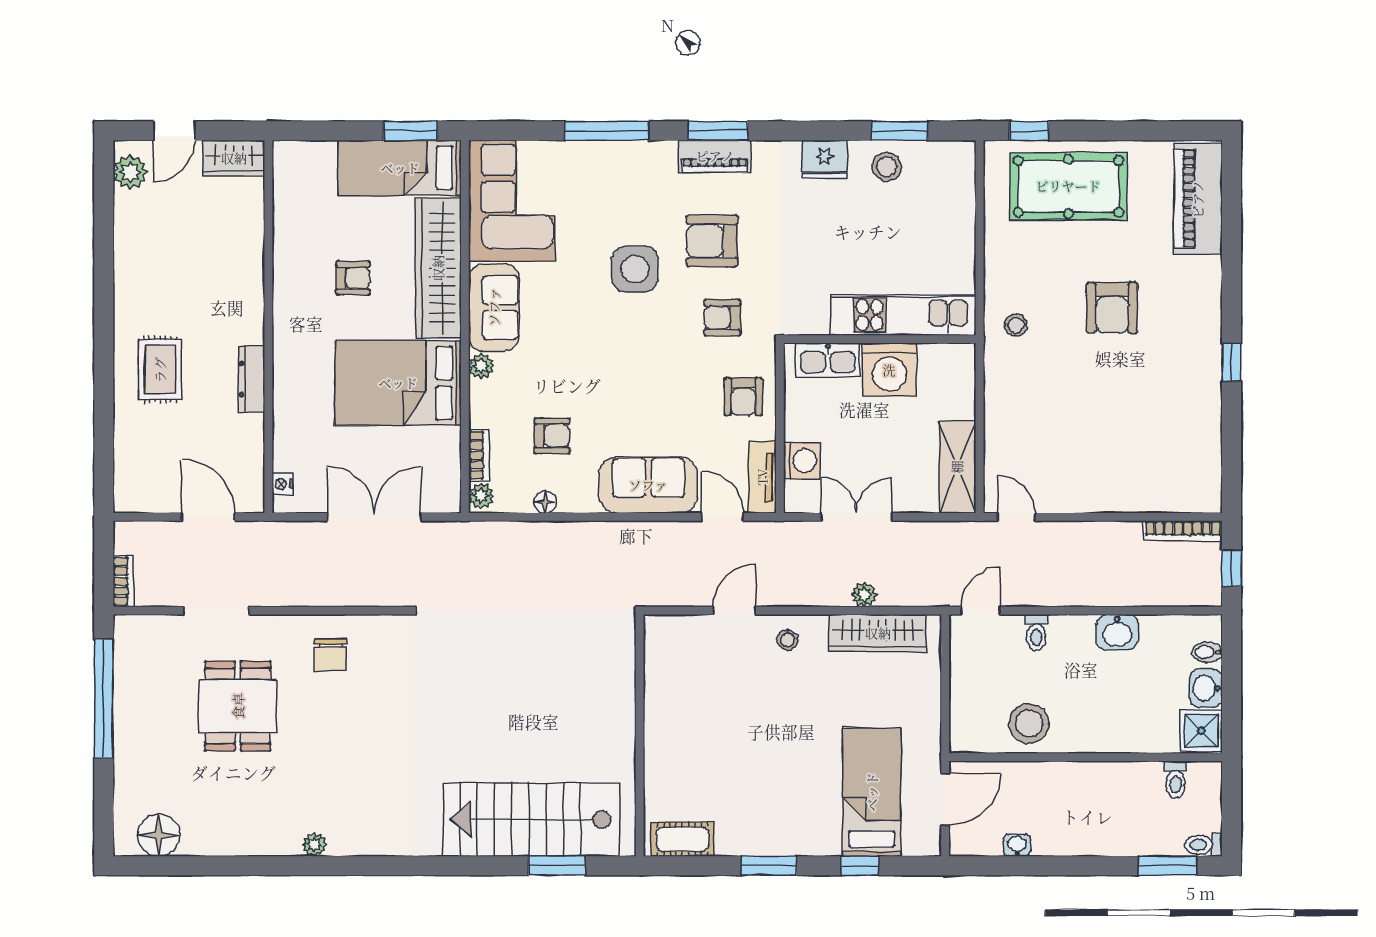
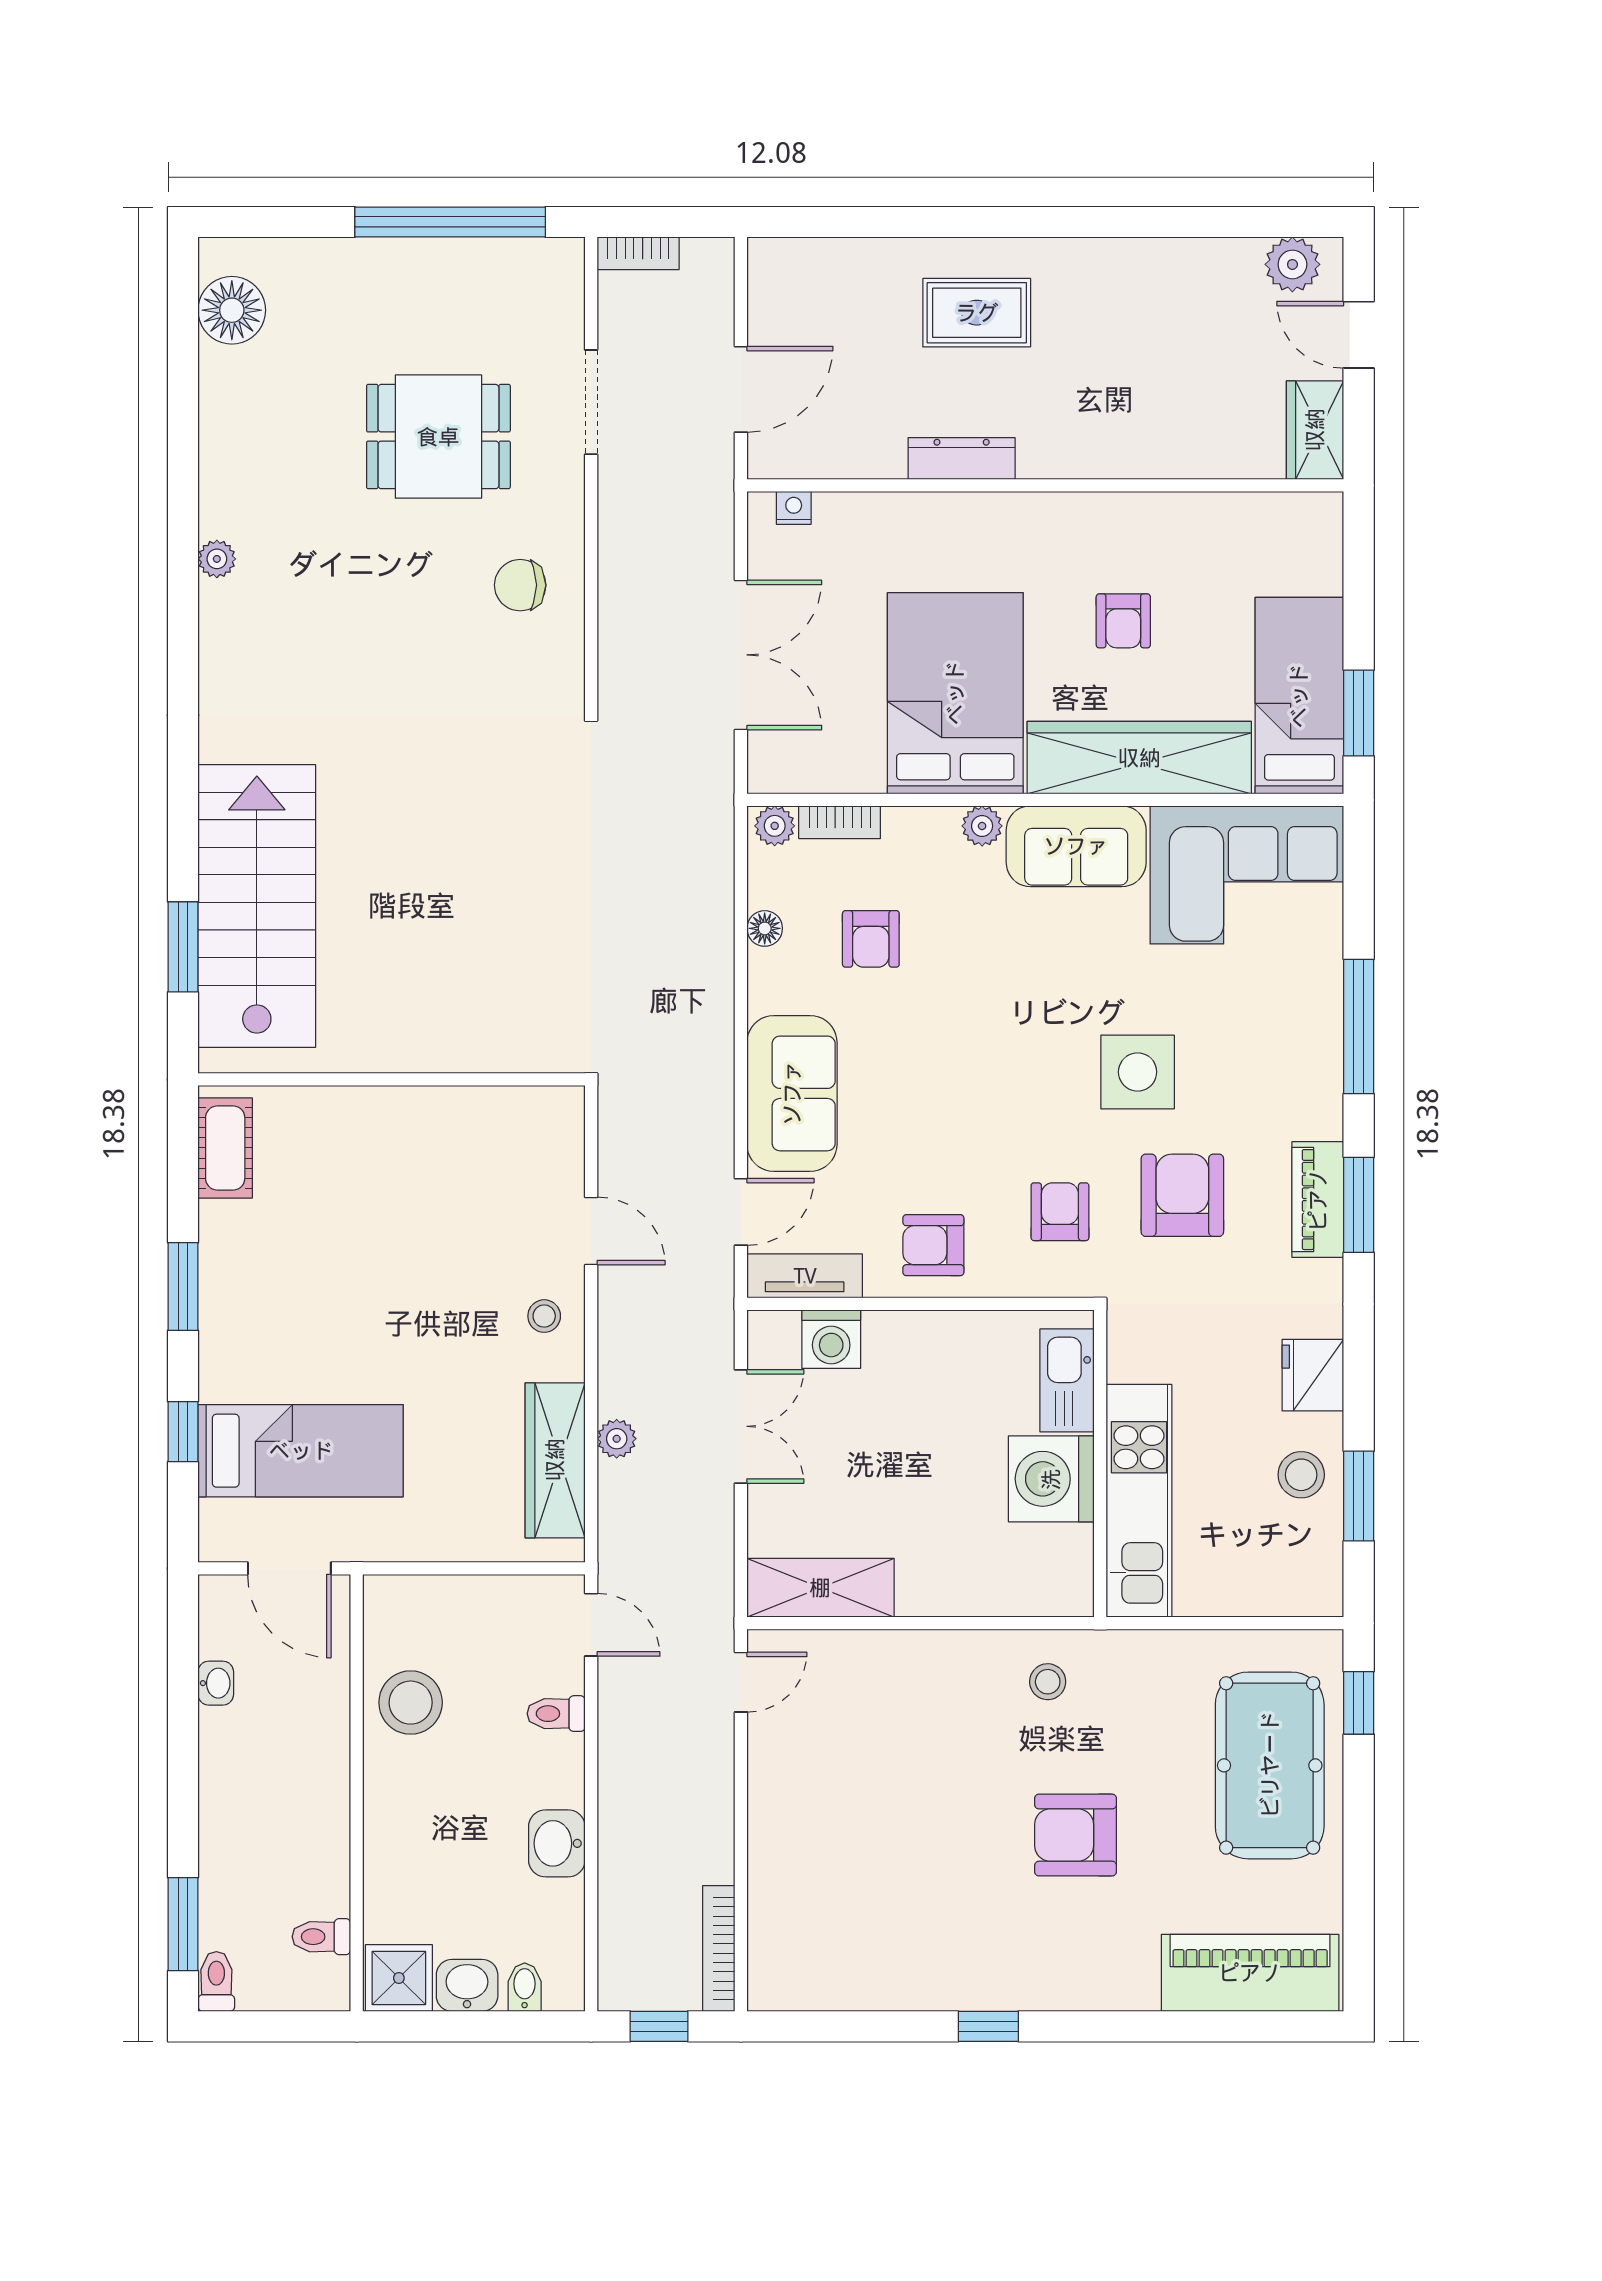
kitchen unit: (903, 315) -> (1139, 1501), moved
wall: (880, 339) -> (1100, 1464), moved
kitchen sink: (828, 360) -> (1067, 1380), moved
washing machine: (889, 370) -> (1051, 1479), moved

